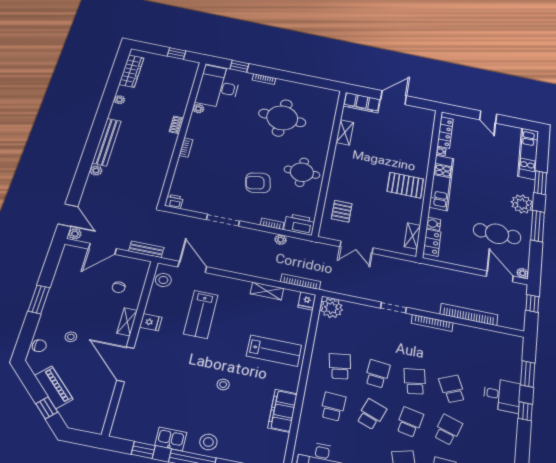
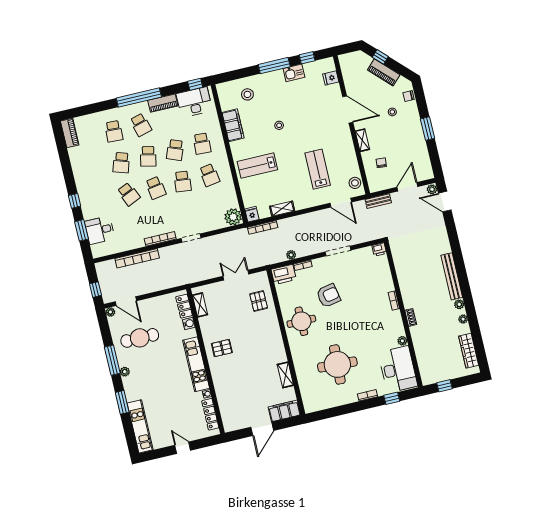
plant: (96, 171) -> (459, 304), moved
pallet: (405, 185) -> (222, 348), width x0.67, depth x0.71
plant: (522, 204) -> (125, 372), width x0.53, depth x0.53
fridge: (151, 322) -> (331, 78), moved
desk: (502, 395) -> (100, 230), moved
stool: (208, 442) -> (247, 94), moved

